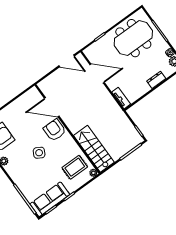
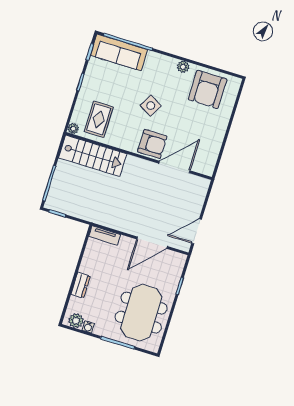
sofa: (50, 199) -> (119, 52), moved, turned 90

